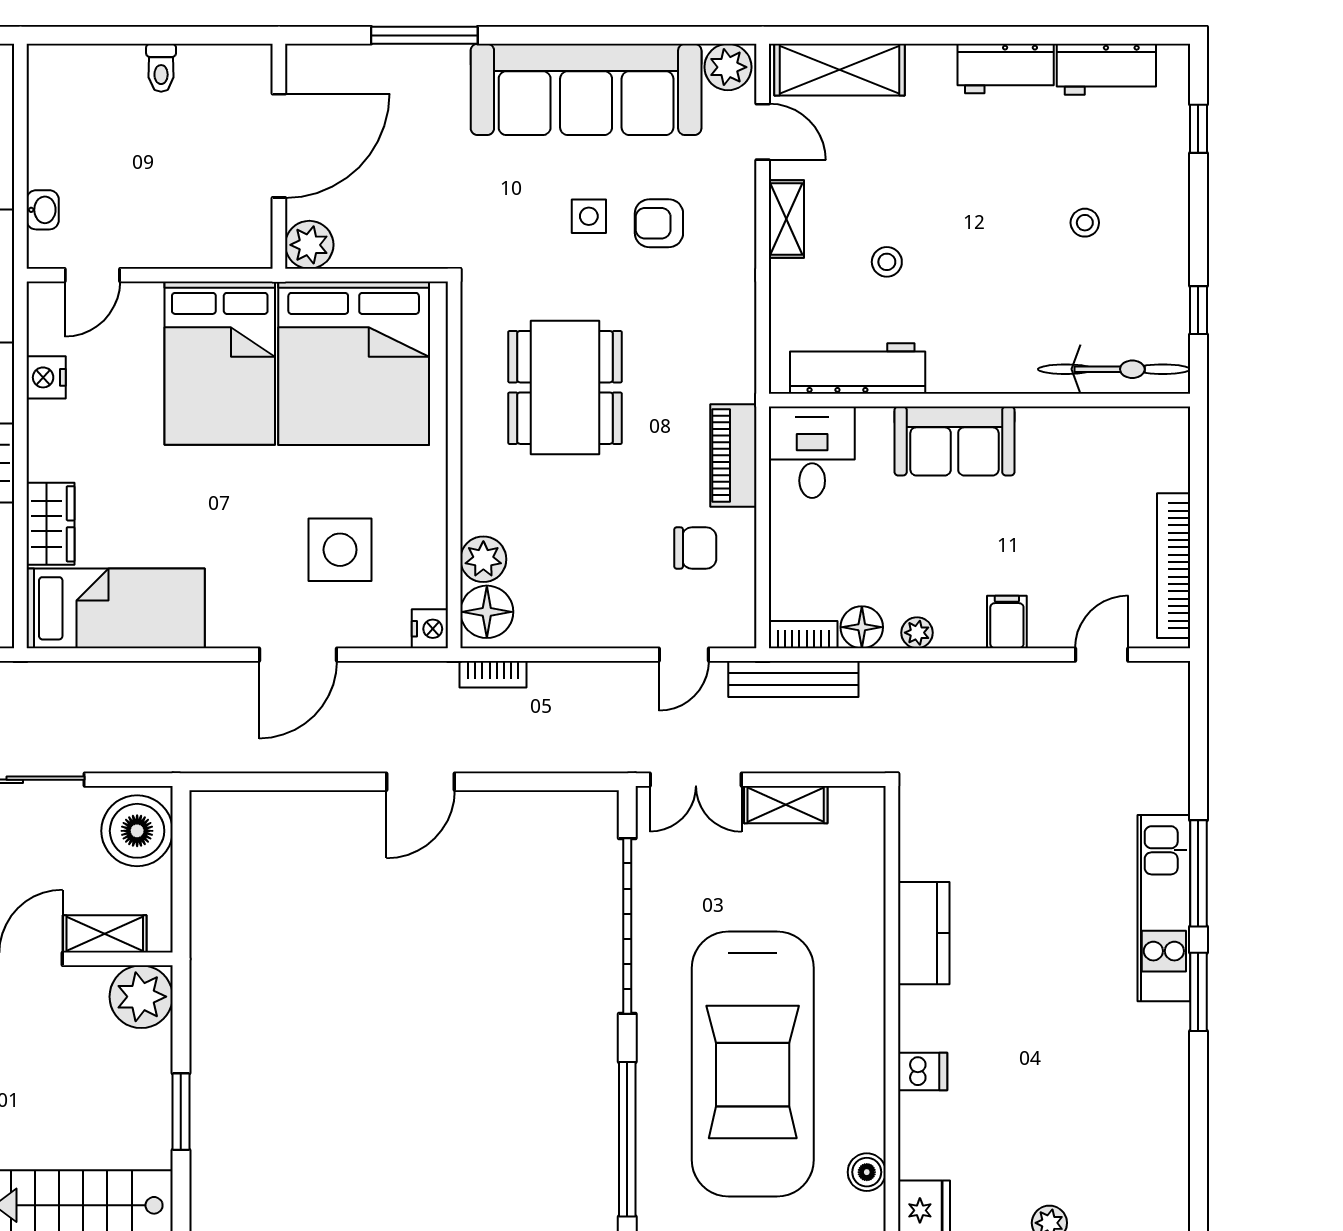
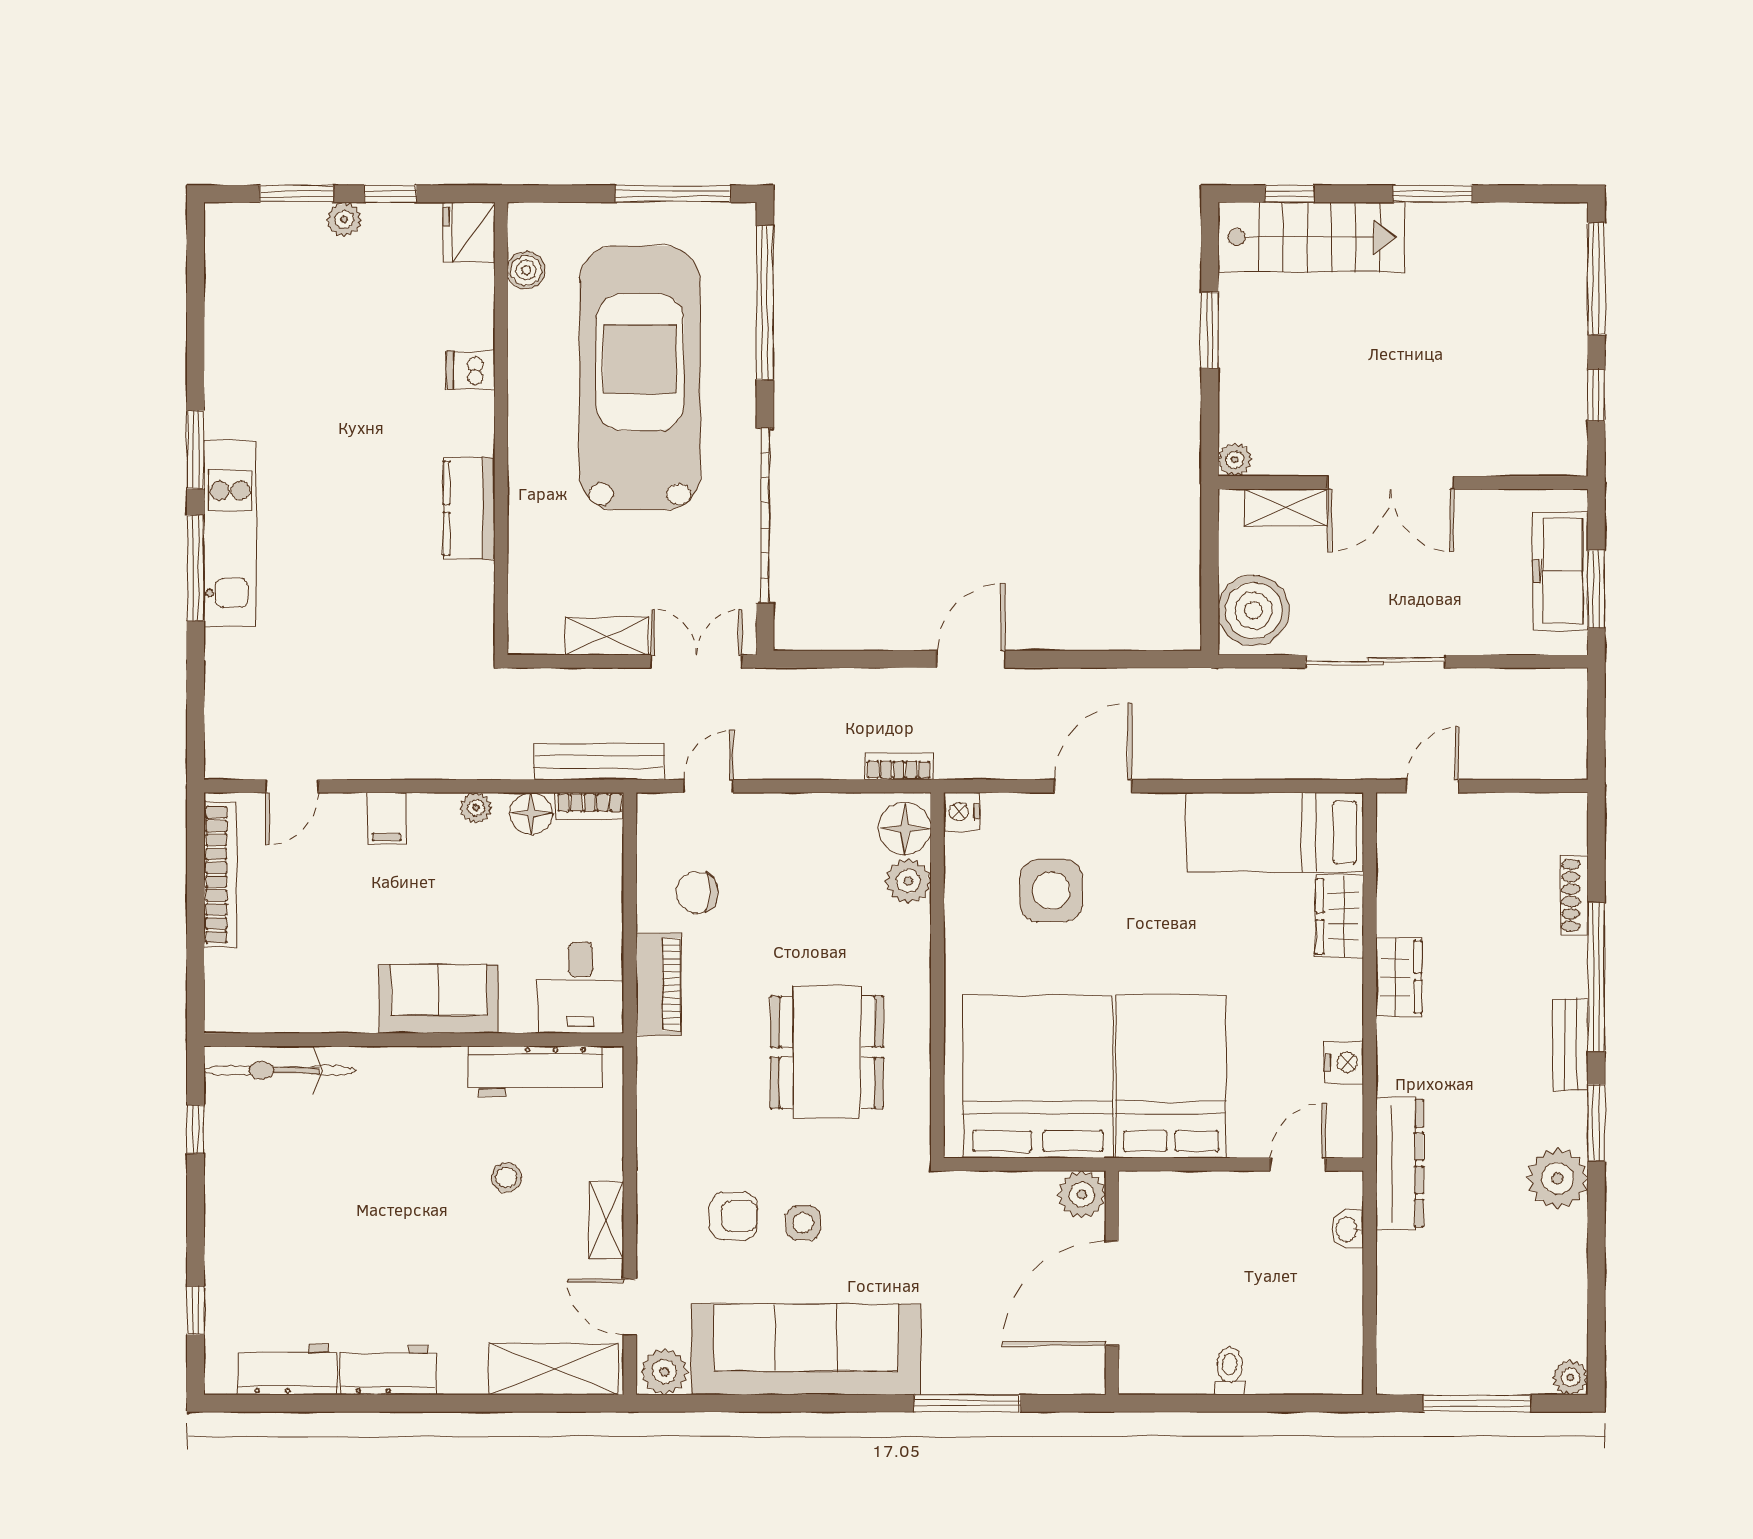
stool: (1085, 223) -> (309, 1217), removed
plant: (141, 997) -> (1235, 460), width x0.53, depth x0.53

